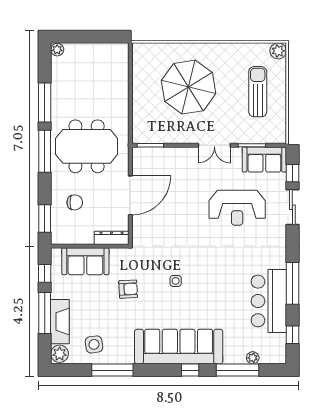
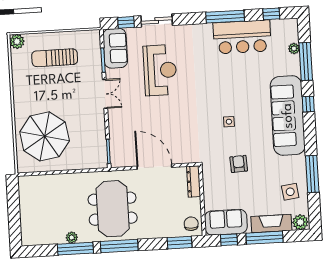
plant: (57, 50) -> (72, 237), moved
parasol: (189, 87) -> (45, 136), moved
chair: (75, 202) -> (191, 224), moved
sofa: (85, 261) -> (226, 222), moved, turned -90

